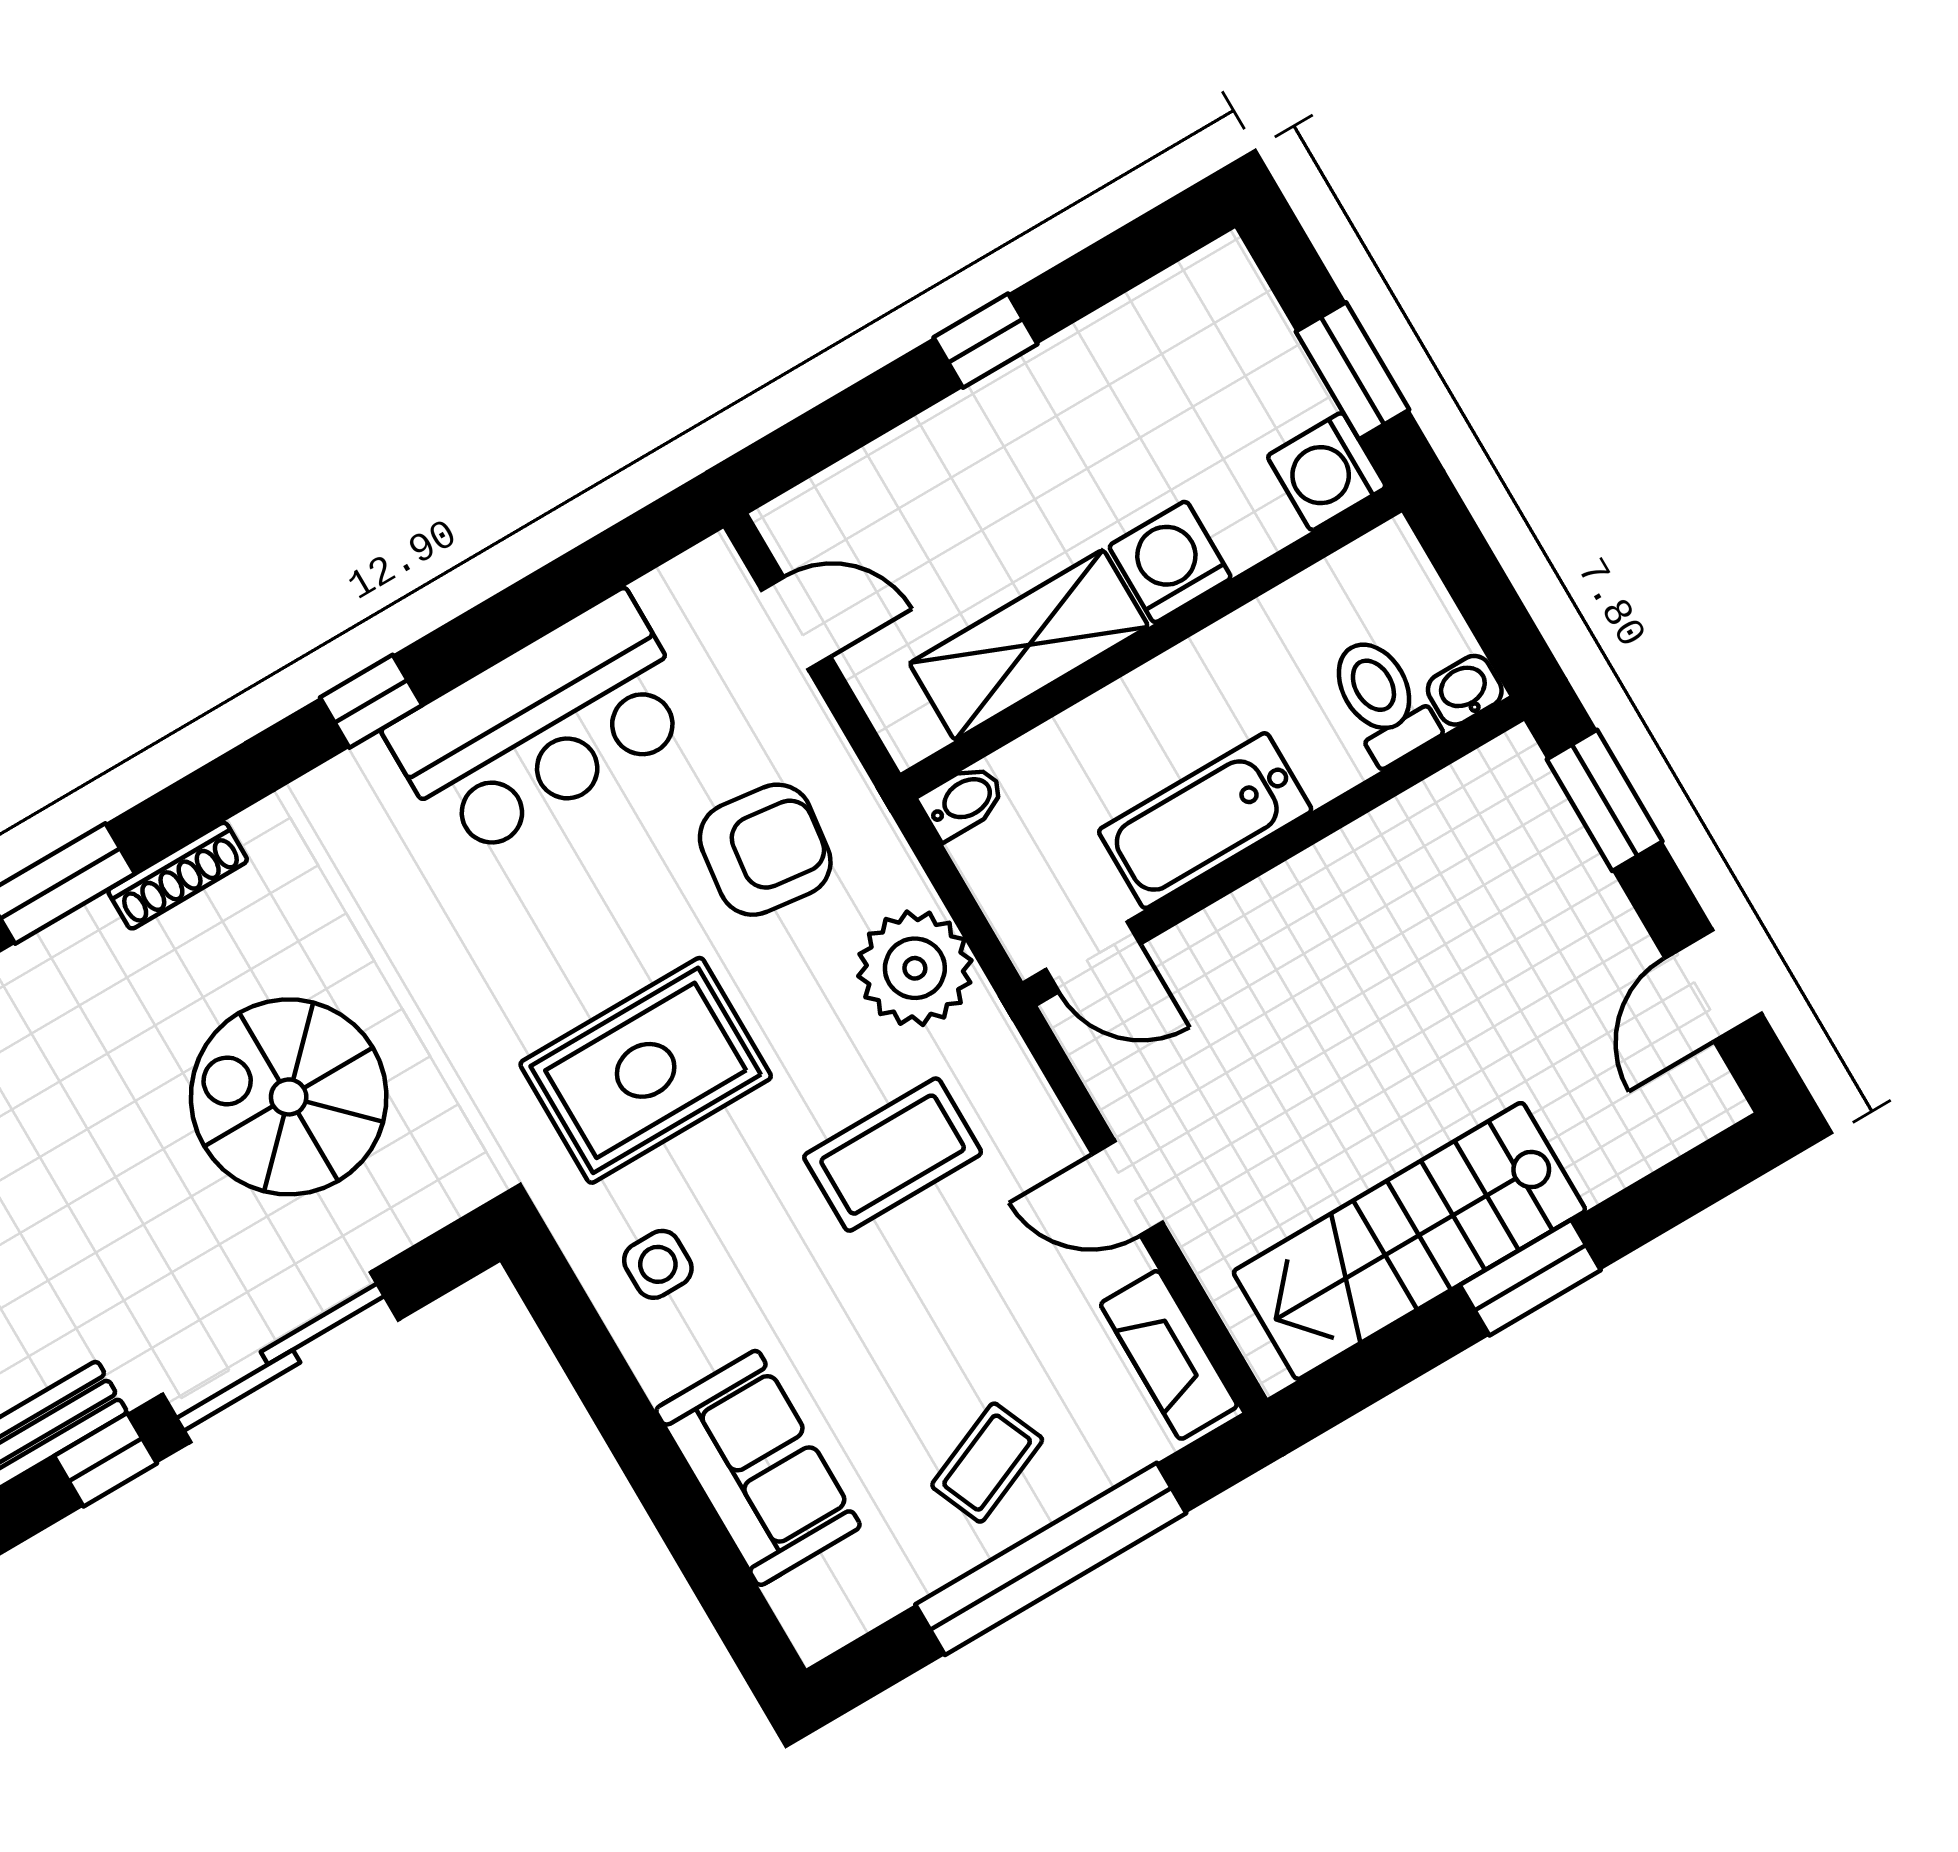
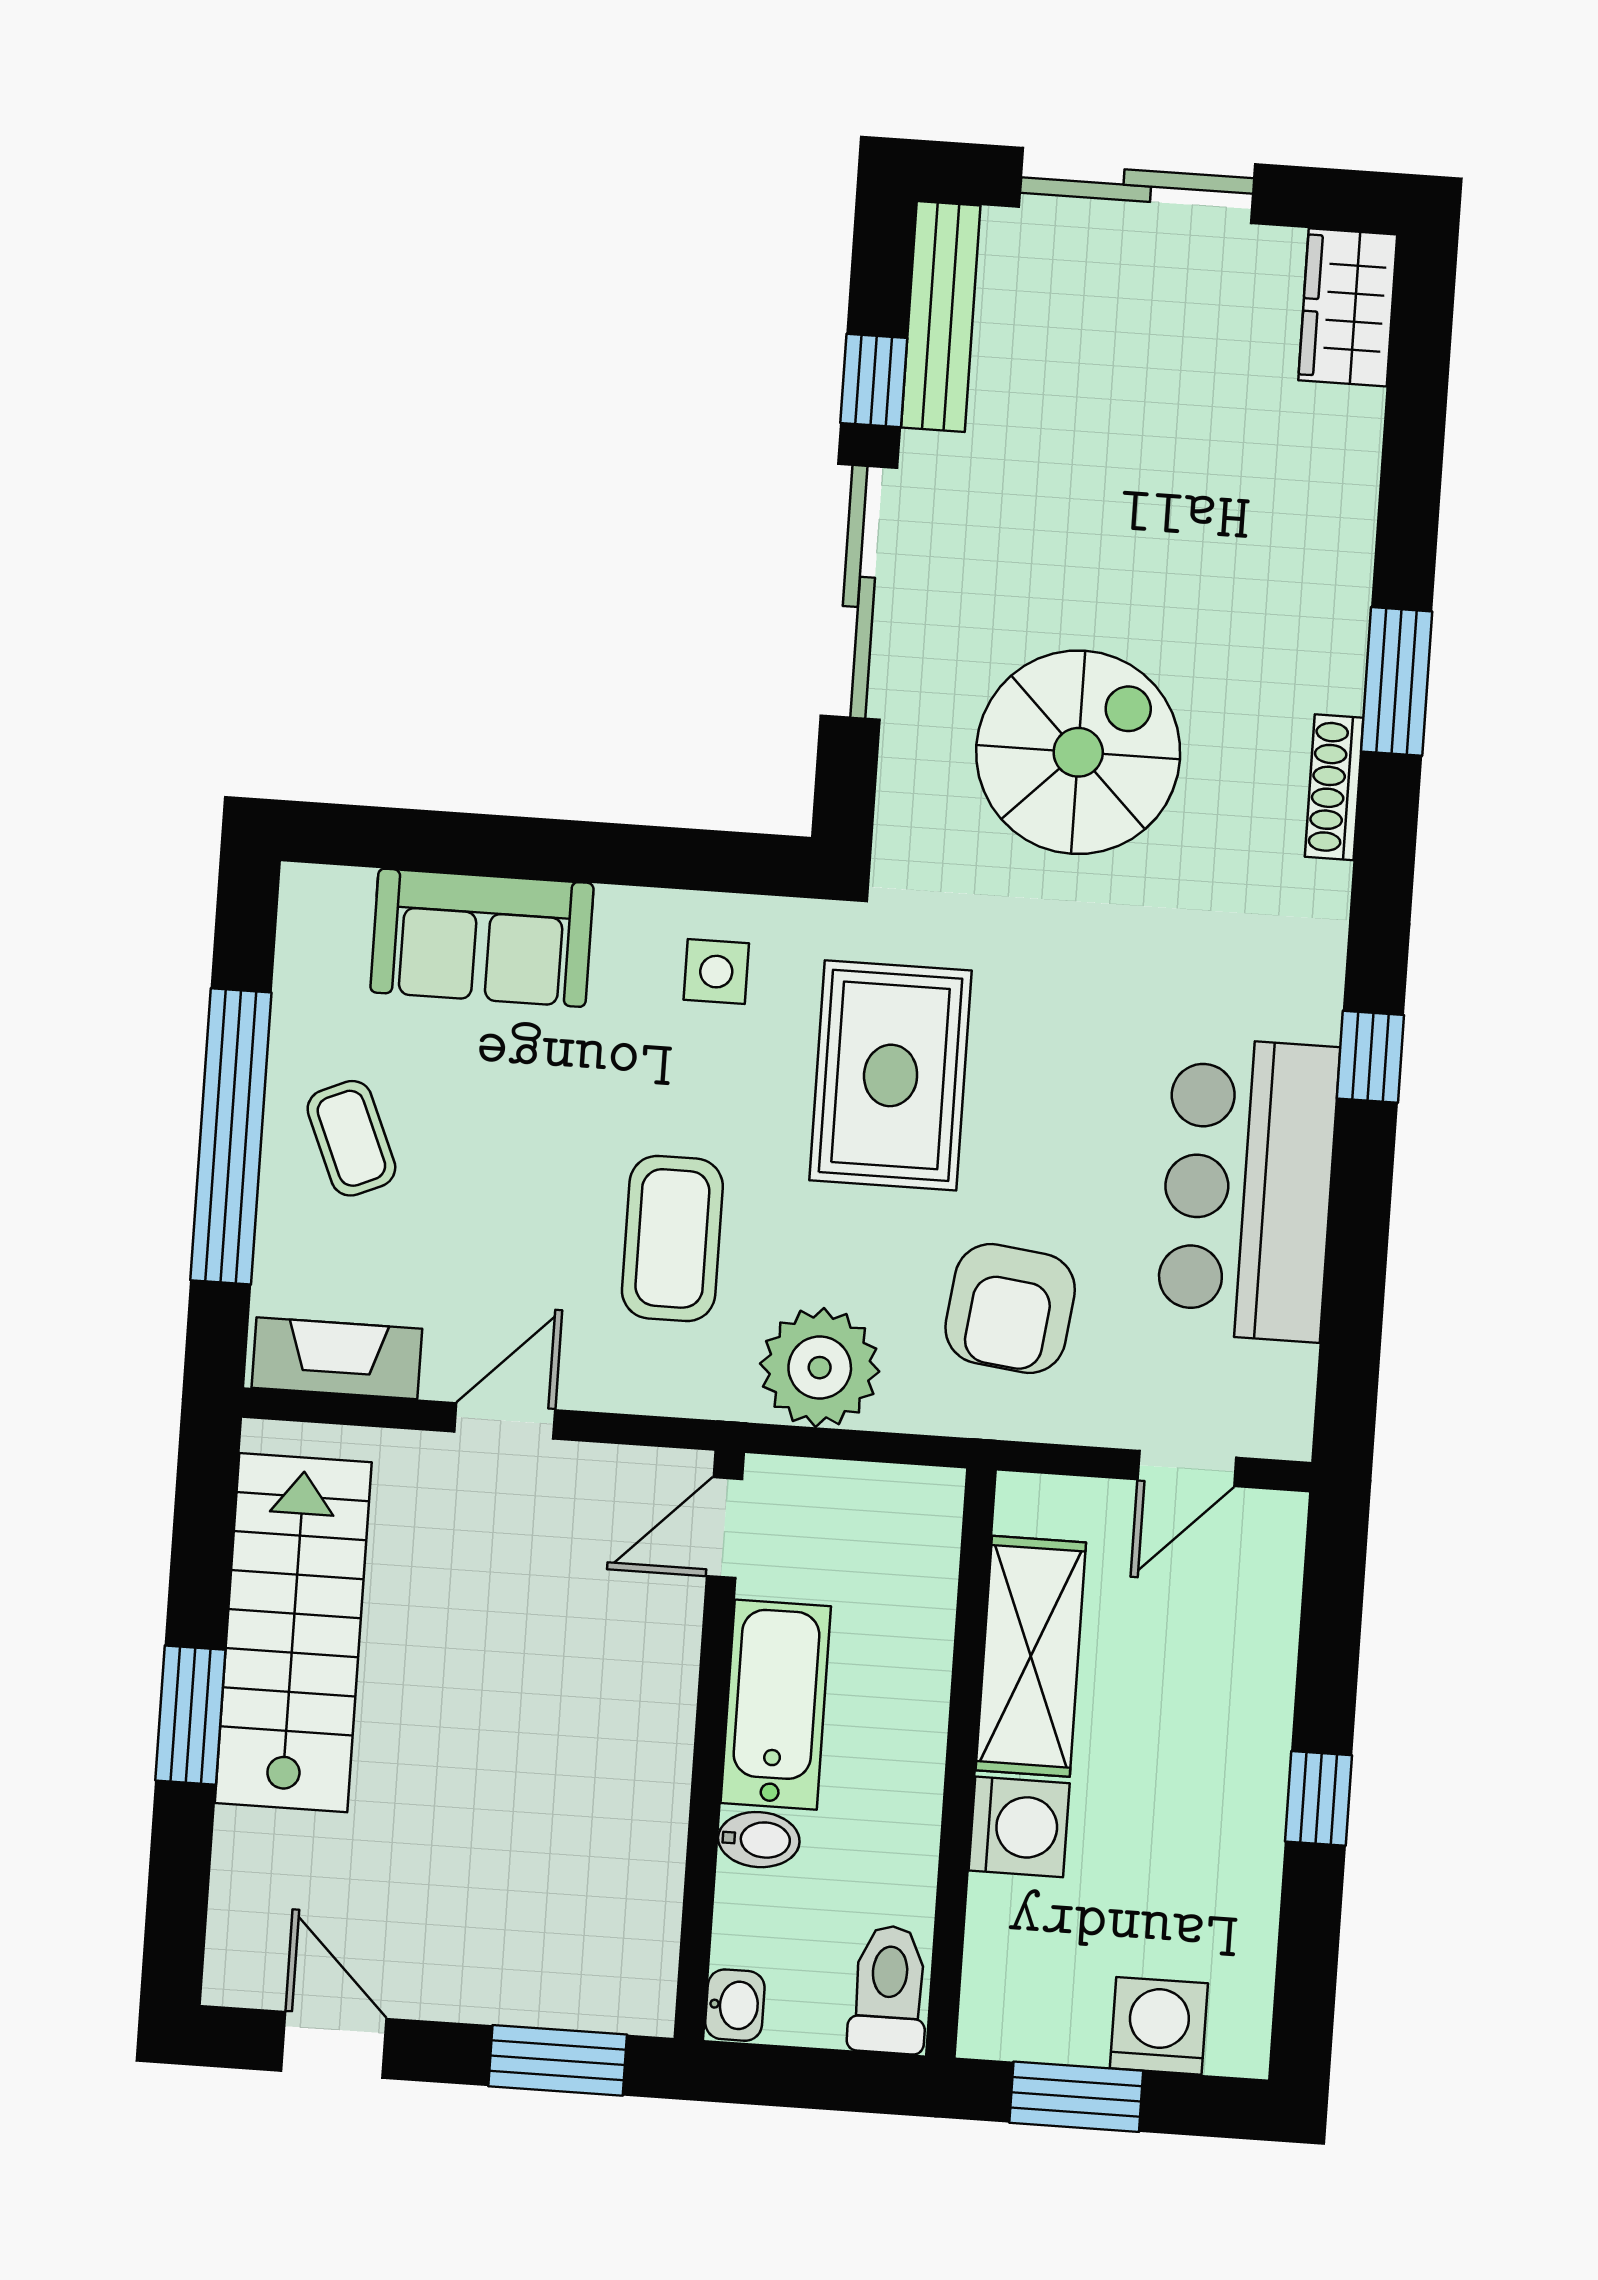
washing machine: (1327, 472) -> (1159, 2026), moved
toilet: (1382, 700) -> (889, 1989), moved, turned -90
bidet: (962, 801) -> (759, 1840), moved, turned -90

